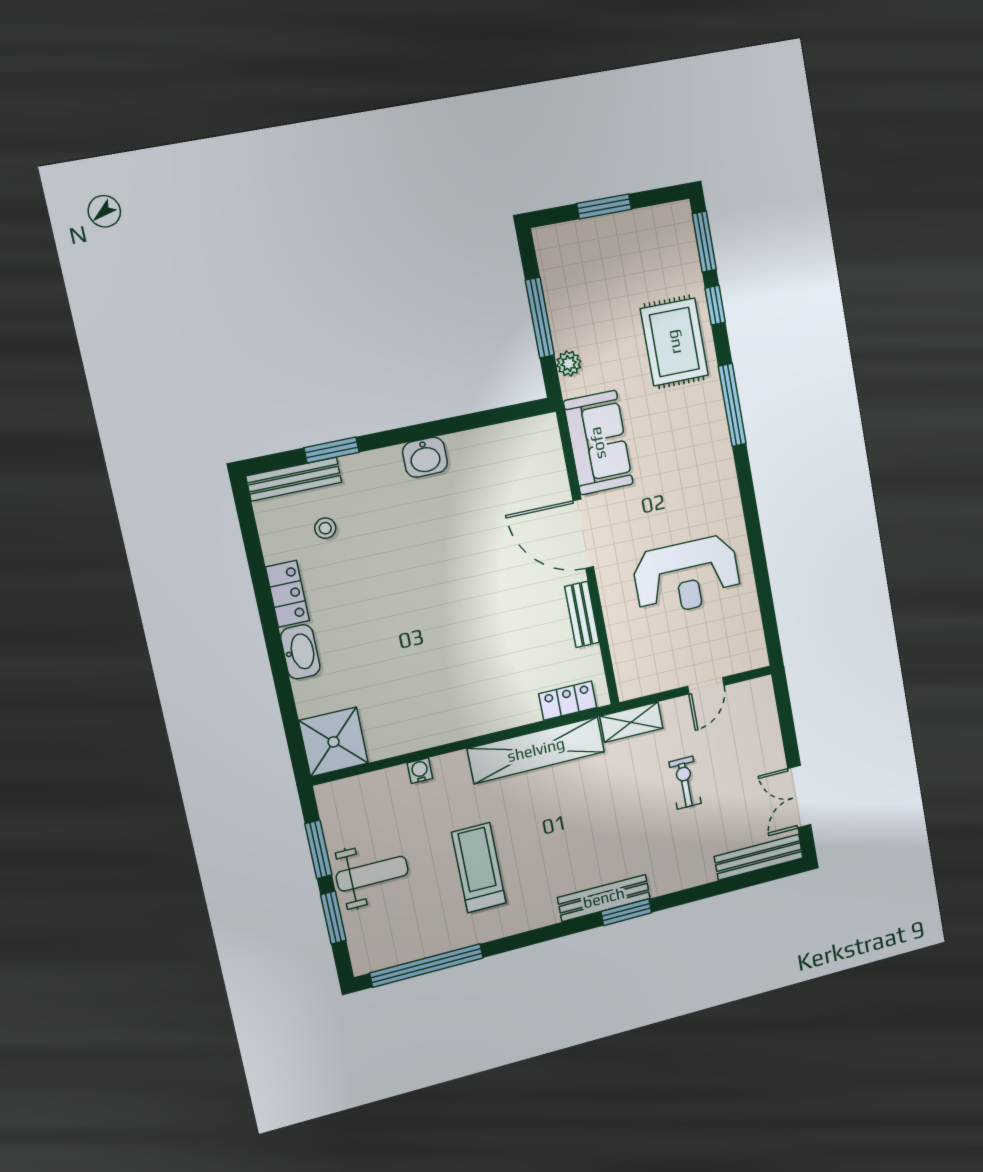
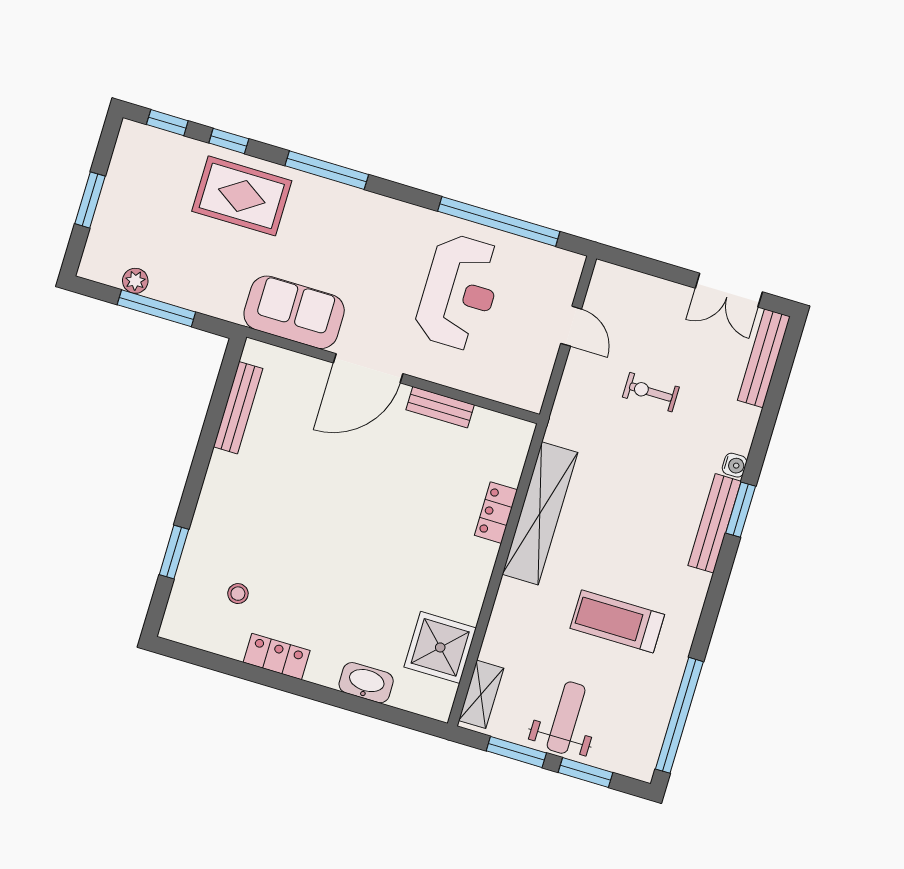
window: (704, 242) -> (167, 123), width x0.67
plant: (569, 363) -> (135, 281), moved
washbasin: (425, 457) -> (224, 474), removed
bench: (294, 479) -> (238, 408), moved
window: (761, 576) -> (499, 221), added
washbasin: (300, 652) -> (366, 683), moved
locker: (568, 701) -> (496, 513), moved
shelving: (631, 722) -> (481, 694), moved
shower: (334, 742) -> (440, 647), moved
water cooler: (420, 771) -> (734, 465), moved, turned 180

